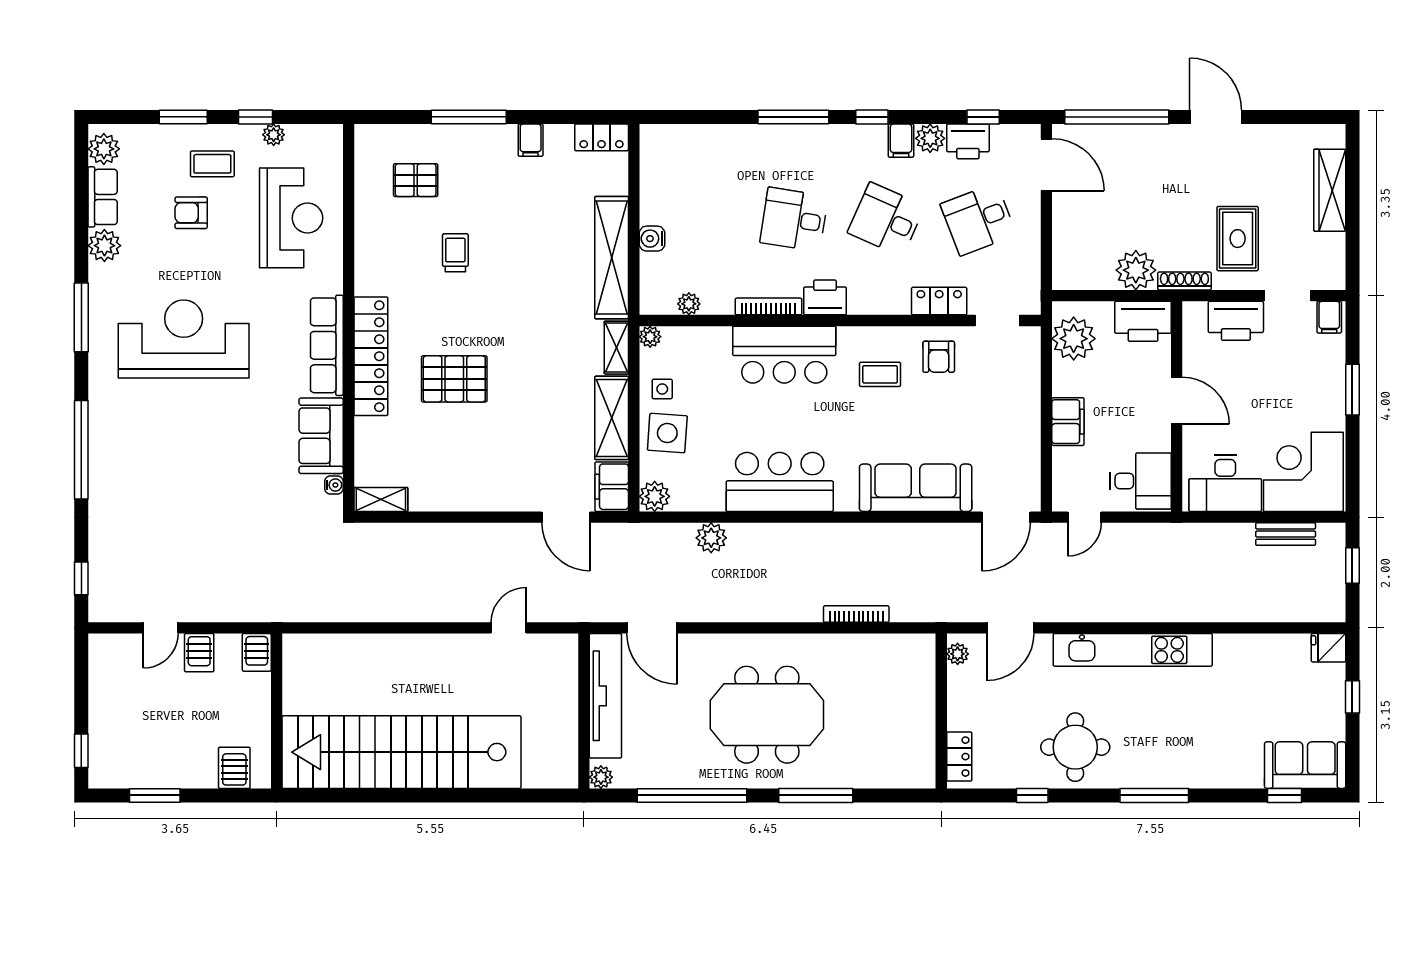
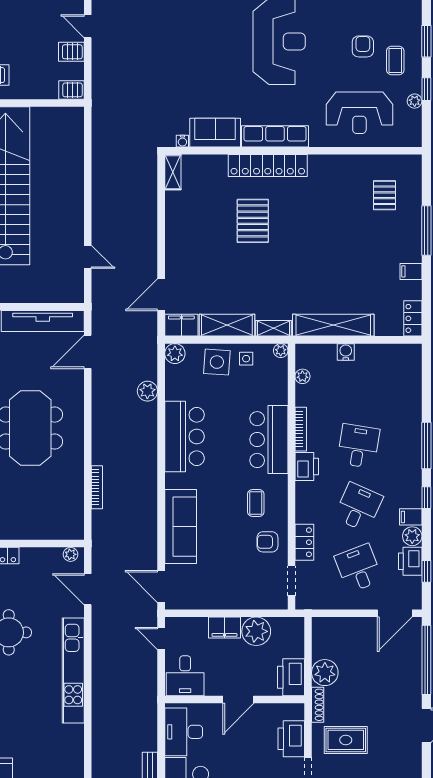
trolley: (455, 253) -> (336, 222), removed
plant: (1074, 339) -> (256, 631), moved

